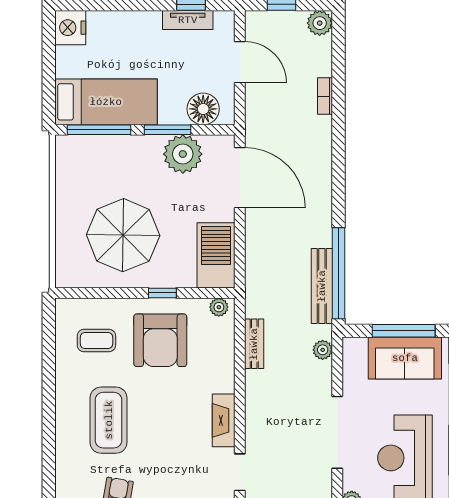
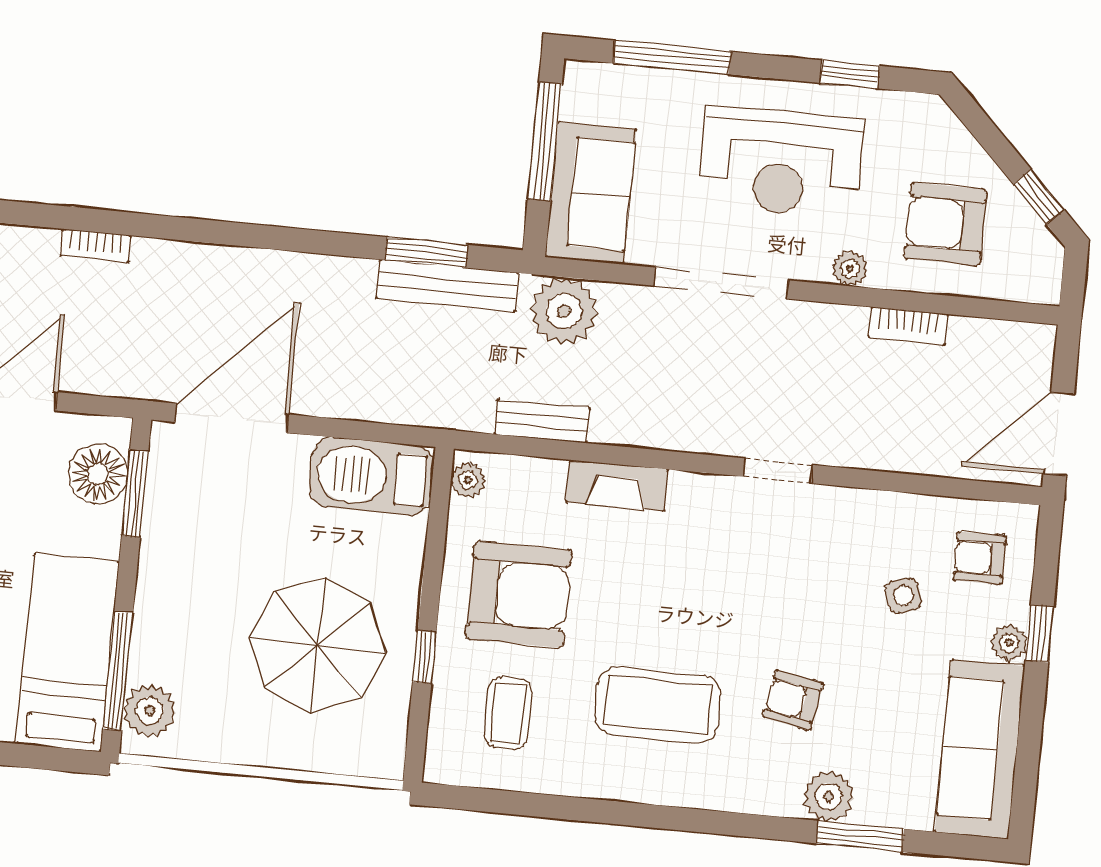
window: (168, 130) -> (135, 494), moved
plant: (183, 154) -> (150, 711), moved, width x0.73, depth x0.73
window: (338, 273) -> (426, 252), width x0.47
window: (162, 293) -> (424, 657), moved
plant: (323, 350) -> (564, 311), width x1.88, depth x1.88
sofa: (405, 358) -> (591, 193), moved
fireplace: (224, 420) -> (617, 486), moved

